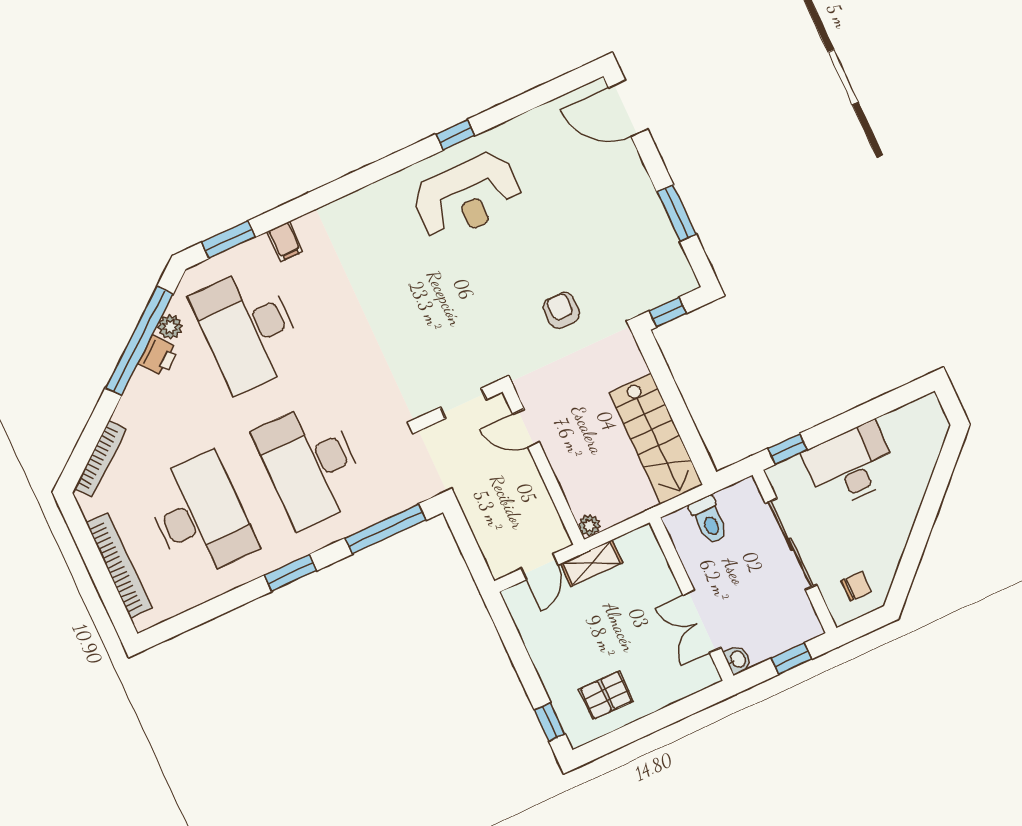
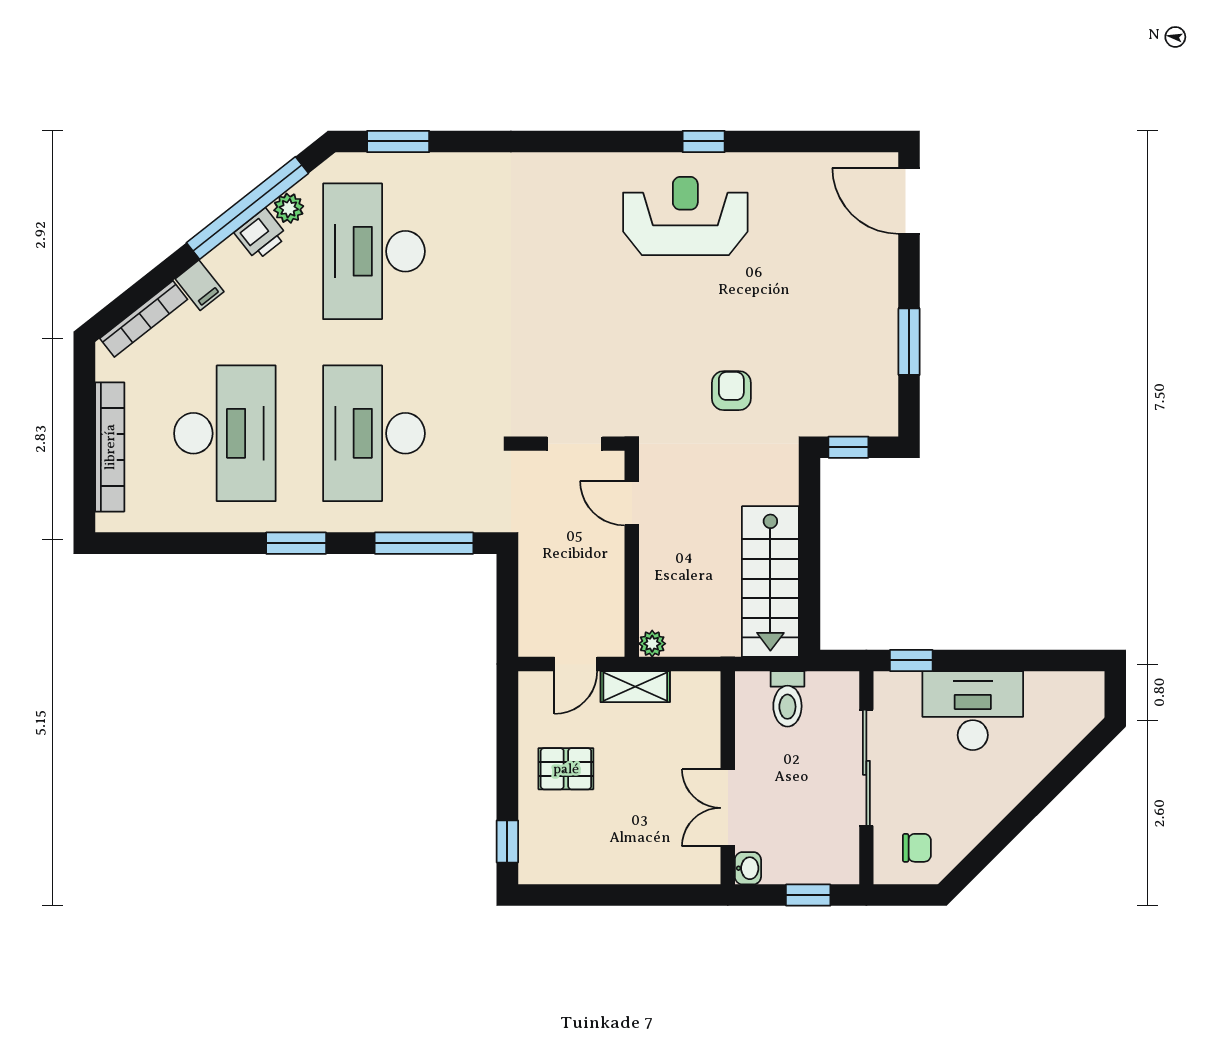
reception desk: (467, 196) -> (685, 216), turned 180
filing cabinet: (285, 241) -> (200, 285), moved, turned -38
pallet: (606, 695) -> (566, 769), moved

